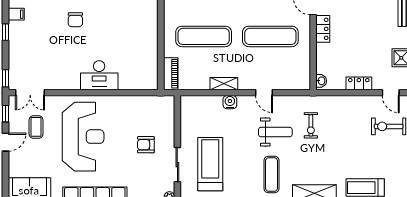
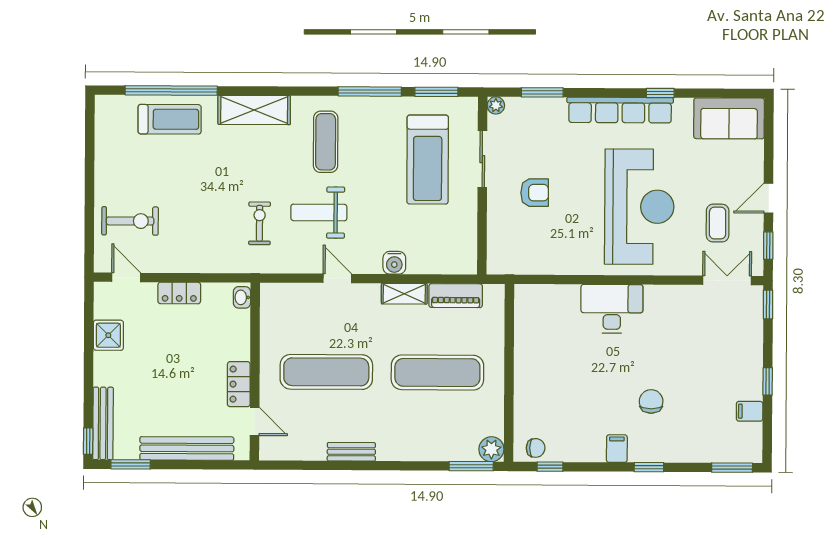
piano: (171, 74) -> (456, 296), moved, turned -90
reception desk: (83, 137) -> (639, 207), turned 180

